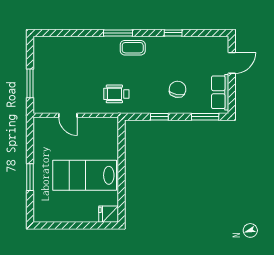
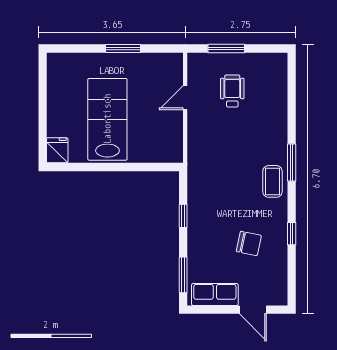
chair: (178, 89) -> (249, 243), moved
wheelchair: (116, 94) -> (232, 91), moved
window: (30, 177) -> (123, 49), moved

